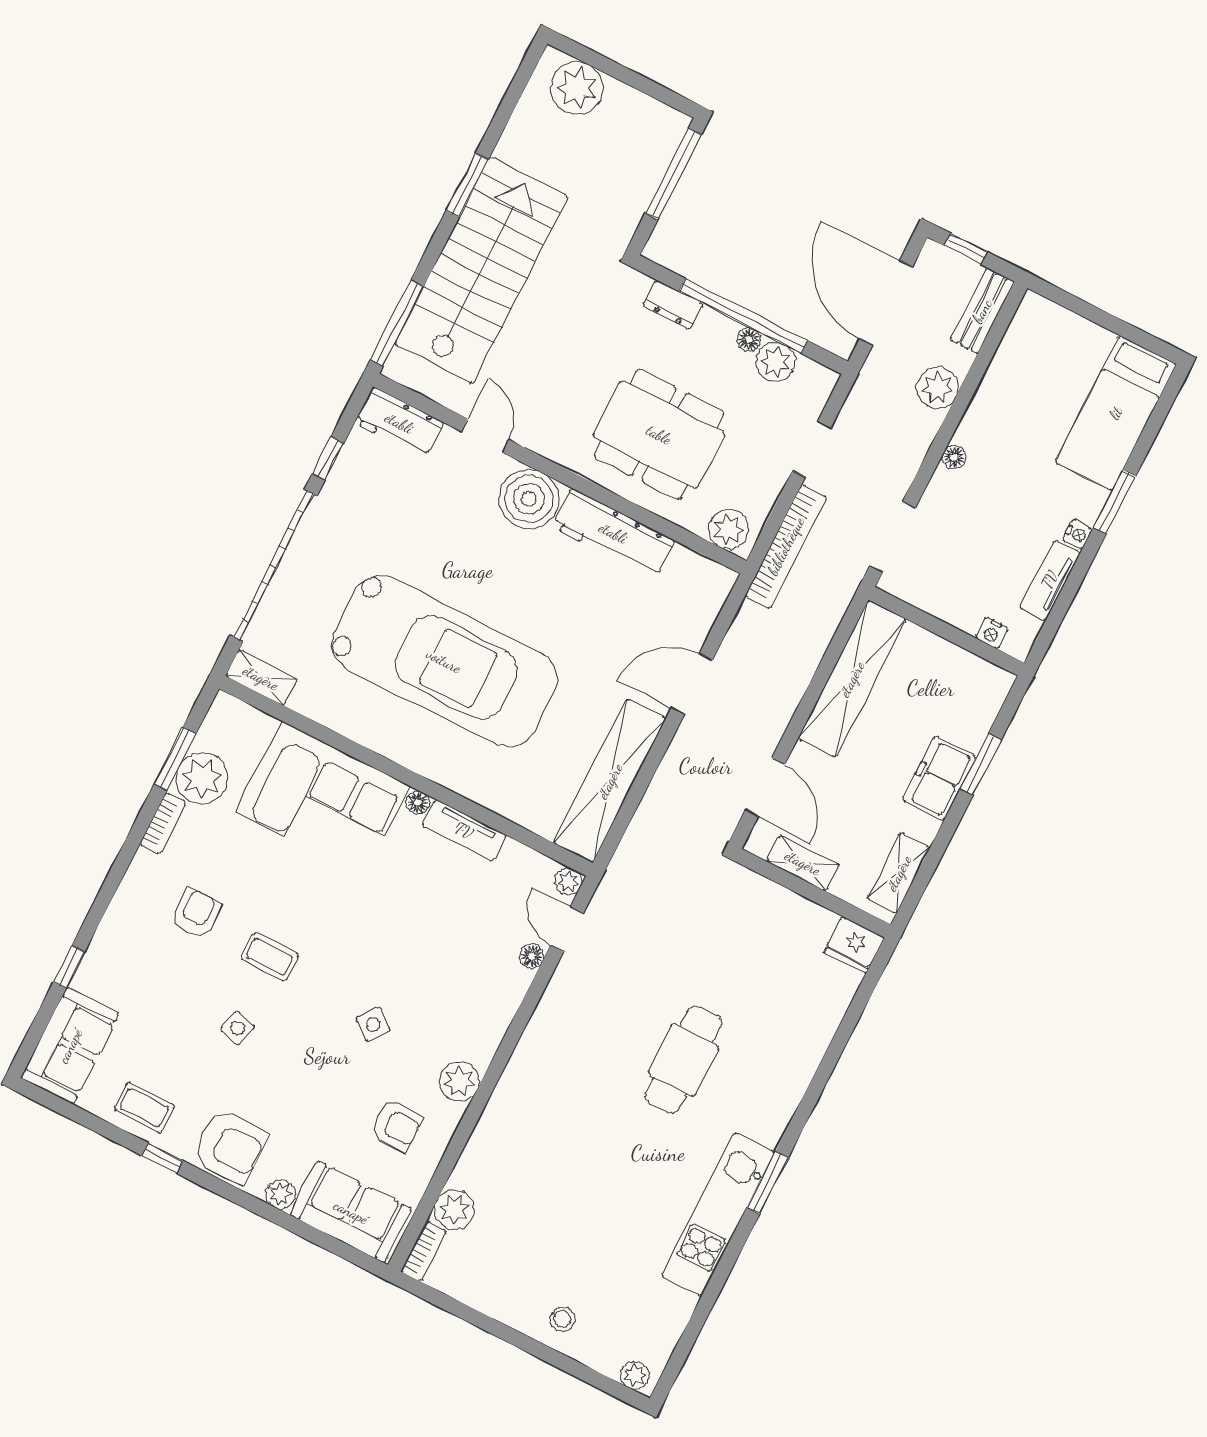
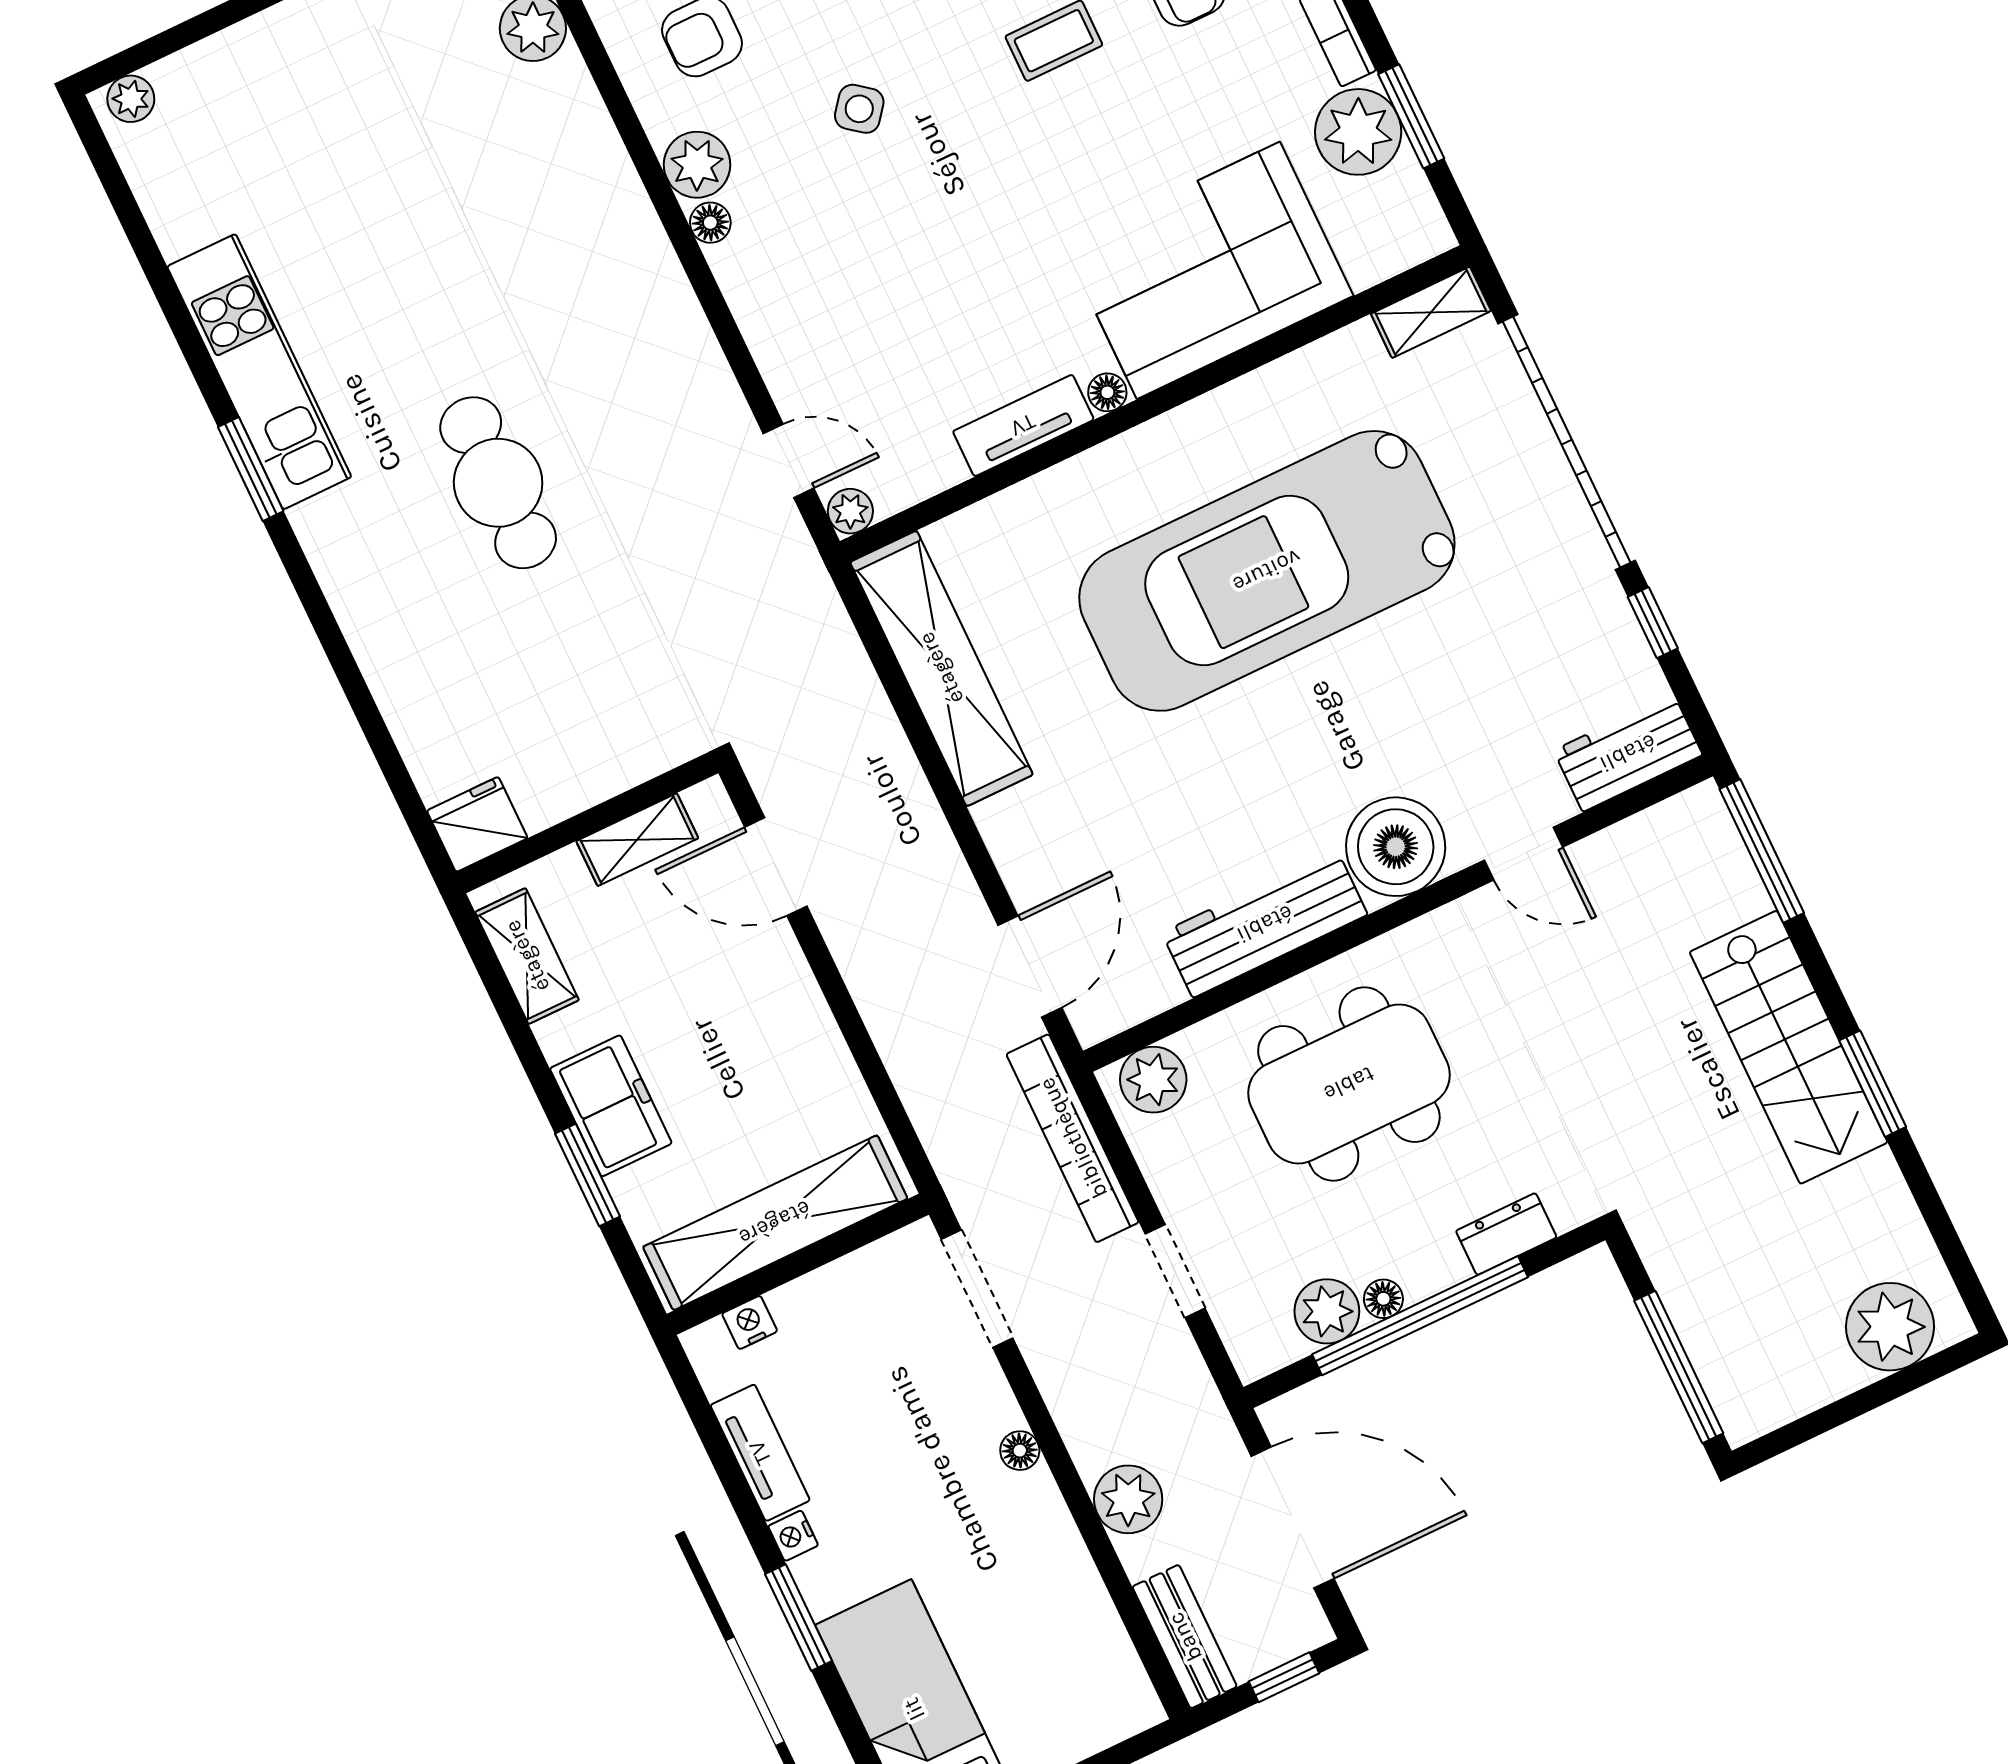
stairs: (481, 270) -> (1789, 1047), width x0.73, depth x0.66
shelving: (852, 679) -> (775, 1223), moved, turned 90
door: (692, 684) -> (1030, 966), moved
floor lamp: (532, 956) -> (710, 223), moved
stool: (562, 1319) -> (279, 60), removed

